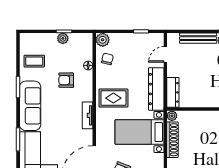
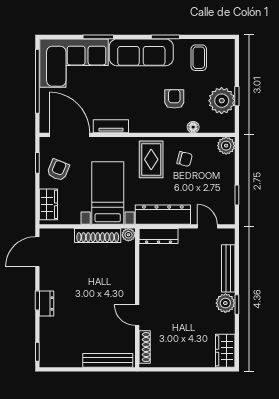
plant: (63, 38) -> (222, 101), width x1.87, depth x1.87
chair: (107, 59) -> (185, 159), moved
tv unit: (88, 115) -> (111, 126), moved

